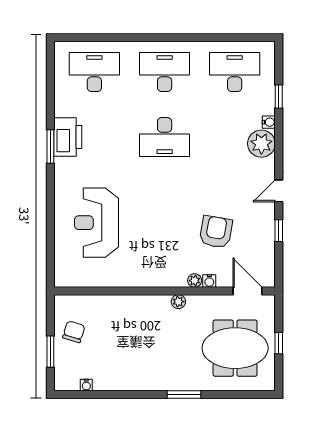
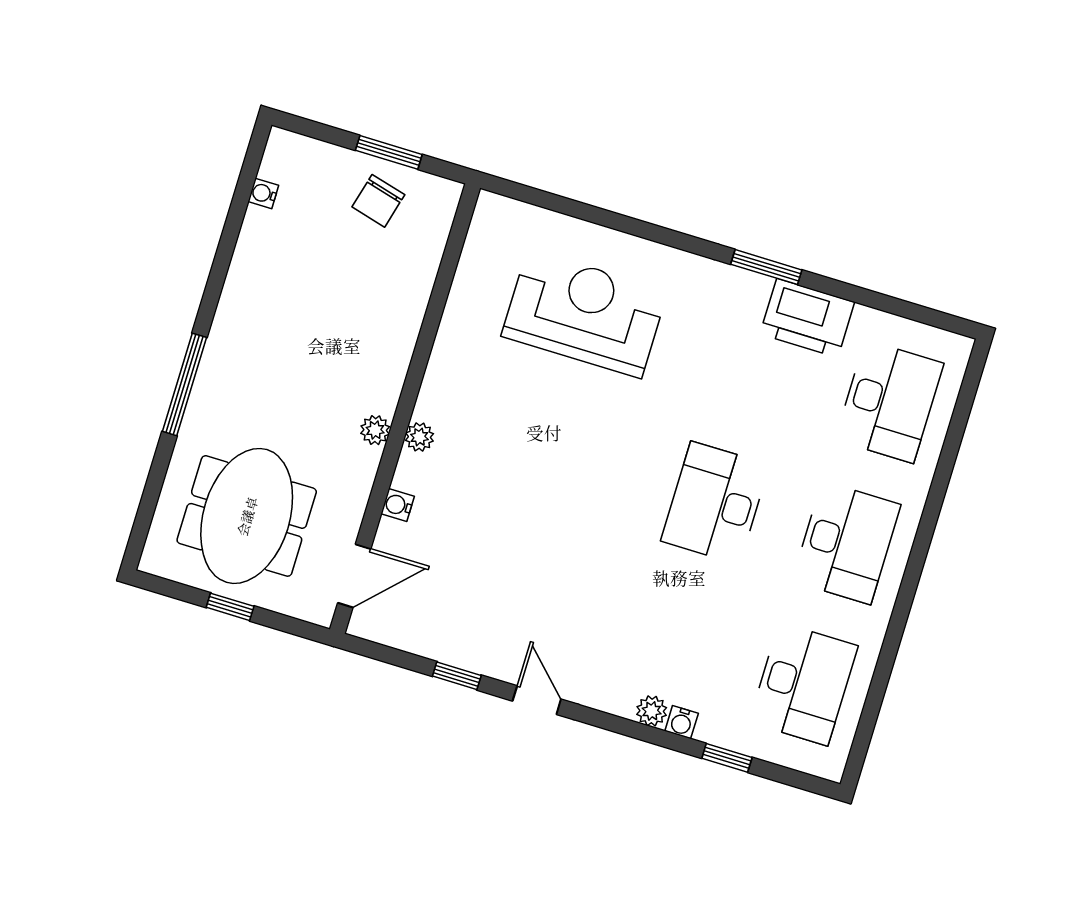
printer: (68, 137) -> (807, 318), moved
plant: (261, 144) -> (652, 711), width x0.53, depth x0.53
armchair: (216, 232) -> (493, 548), removed
plant: (195, 281) -> (419, 437), moved
chair: (74, 332) -> (378, 201), turned 88
window: (50, 352) -> (389, 152), moved
window: (184, 394) -> (185, 384), width x1.44

